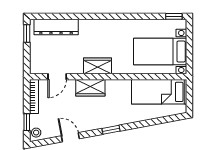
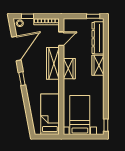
wardrobe: (93, 27) -> (98, 65), added
door: (57, 77) -> (61, 39), swing flipped
wardrobe: (90, 88) -> (53, 63), width x1.50
door: (70, 137) -> (16, 49), width x1.87

